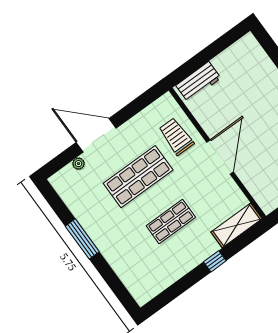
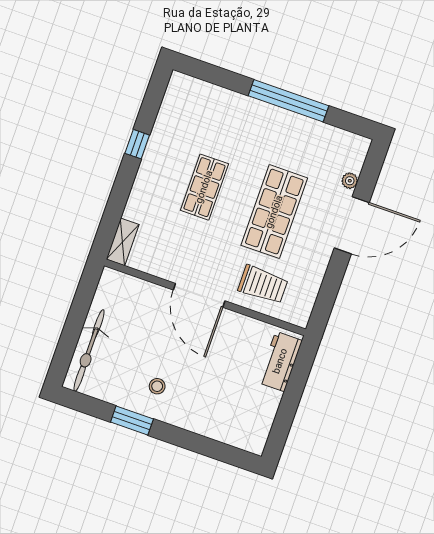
shelving: (237, 225) -> (123, 242), width x0.67, depth x0.75
window: (82, 239) -> (288, 101), width x1.46
window: (215, 261) -> (137, 144), moved

